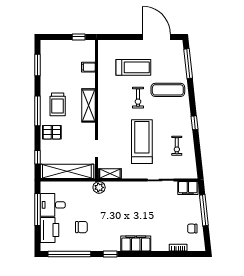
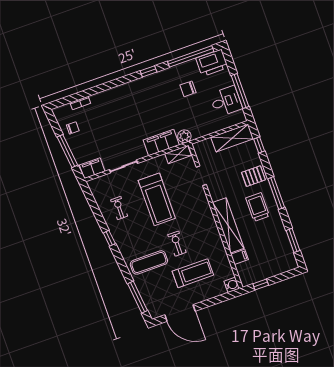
water cooler: (103, 45) -> (232, 285), added
treadmill: (133, 67) -> (193, 273), turned 180
shelving: (88, 105) -> (228, 225), width x1.47
shelving: (67, 171) -> (232, 138), width x0.68
printer: (49, 230) -> (212, 63), moved, turned -90
filing cabinet: (136, 243) -> (161, 142), moved, turned 180

